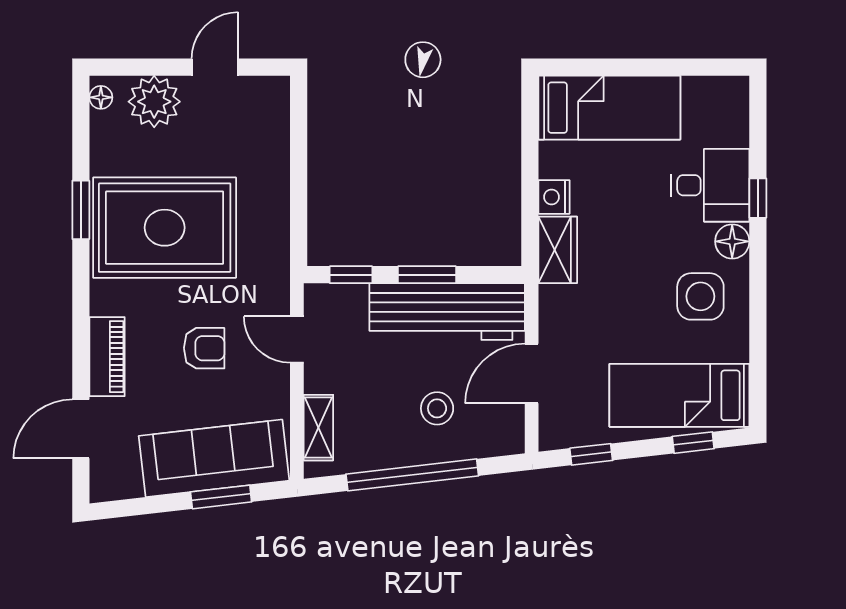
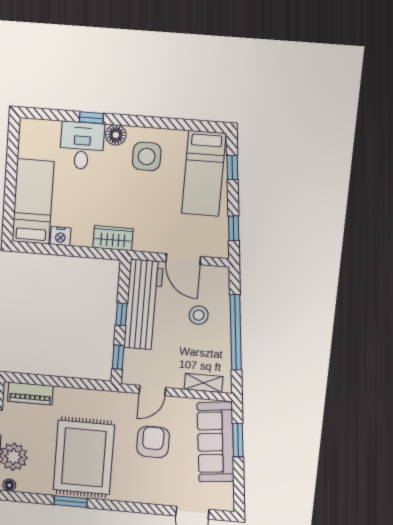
nightstand: (554, 197) -> (60, 236), moved
window: (427, 275) -> (121, 314), width x0.67
armchair: (204, 348) -> (153, 442), width x1.38, depth x1.38
piano: (107, 357) -> (30, 393), moved, turned 180

